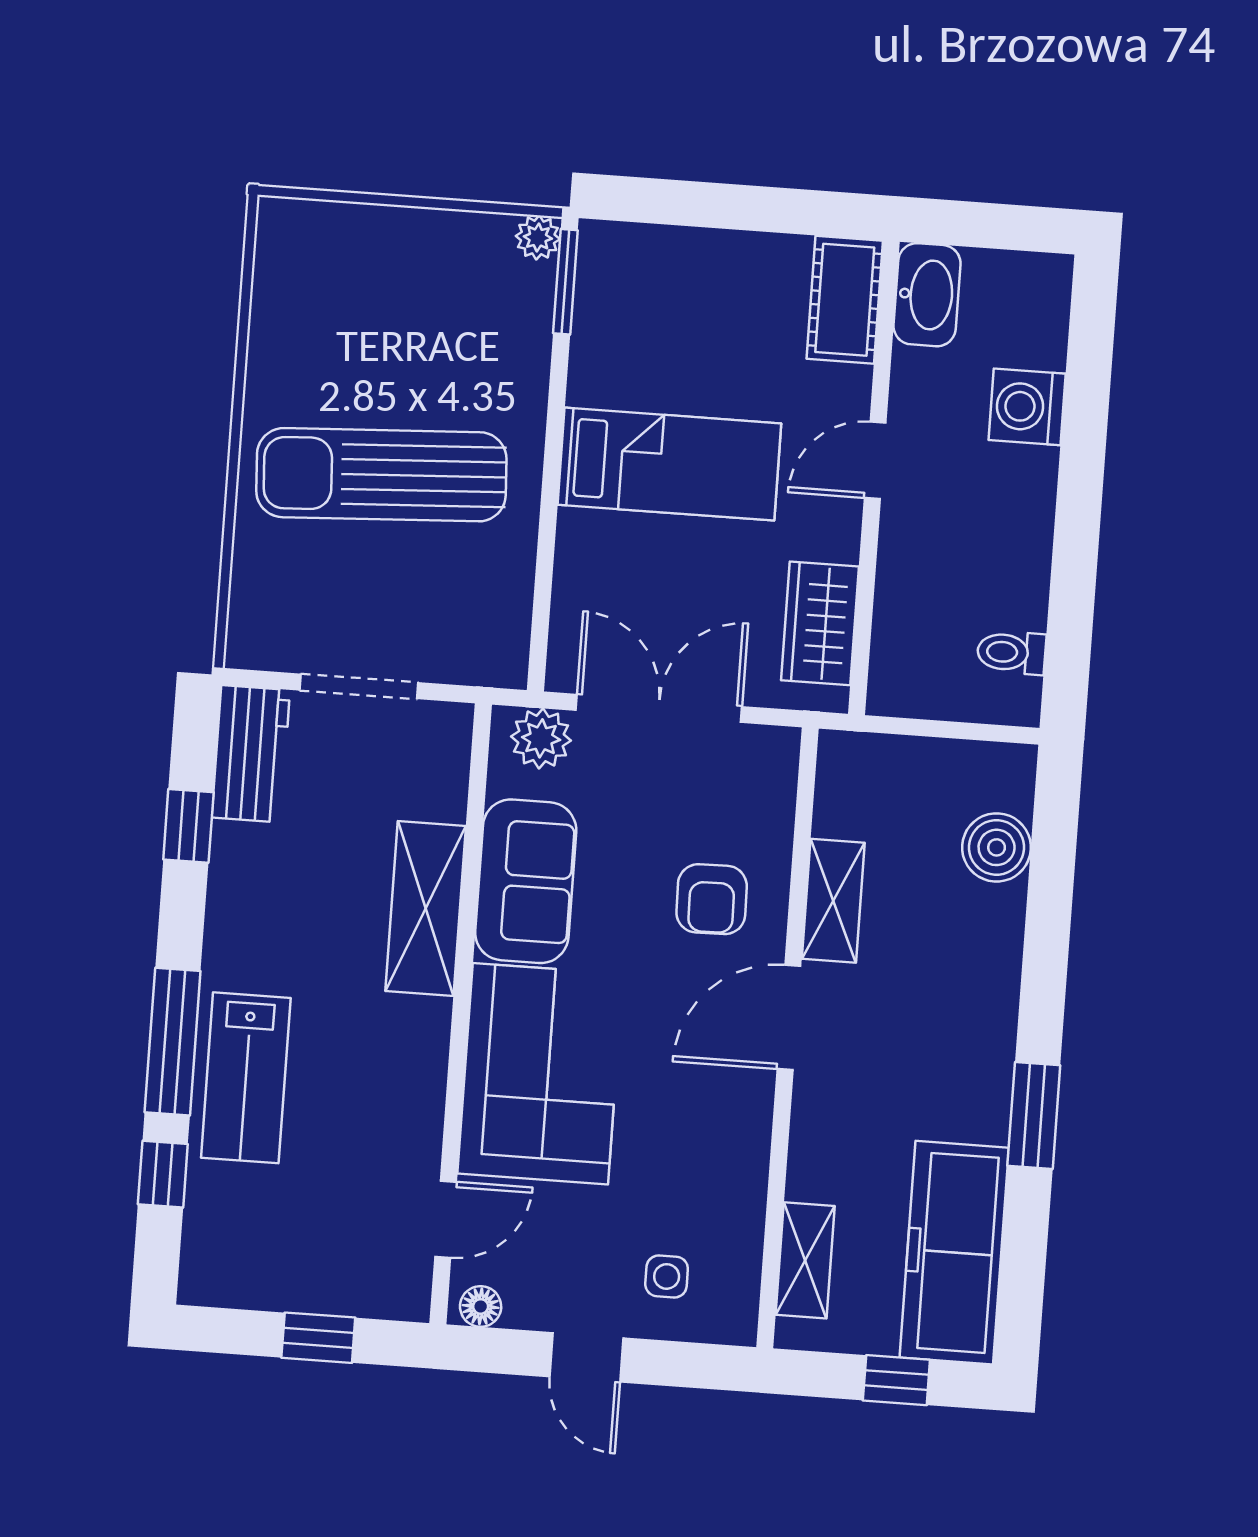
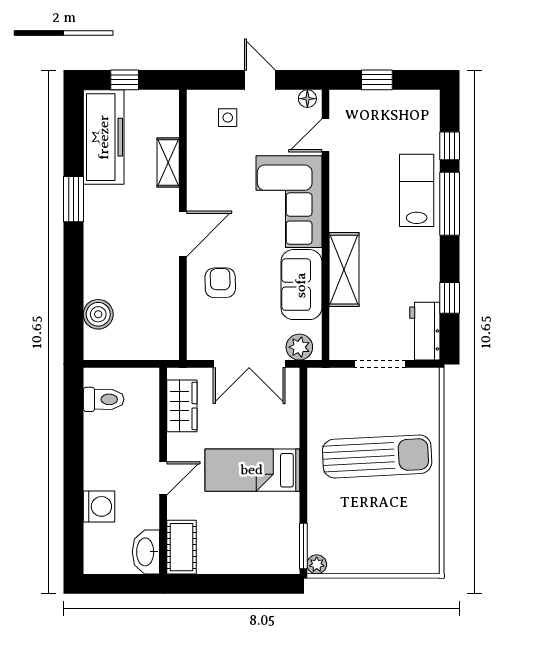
toilet: (1011, 652) -> (104, 399), width x1.37, depth x1.39
shelving: (833, 901) -> (167, 286), removed
shelving: (805, 1260) -> (168, 162), moved

